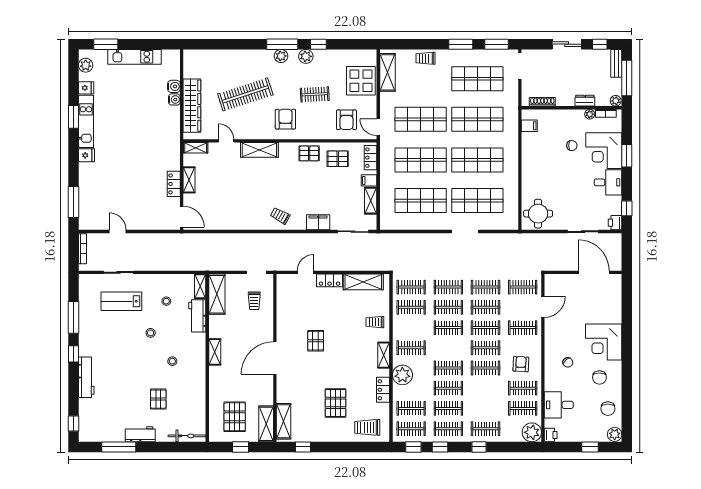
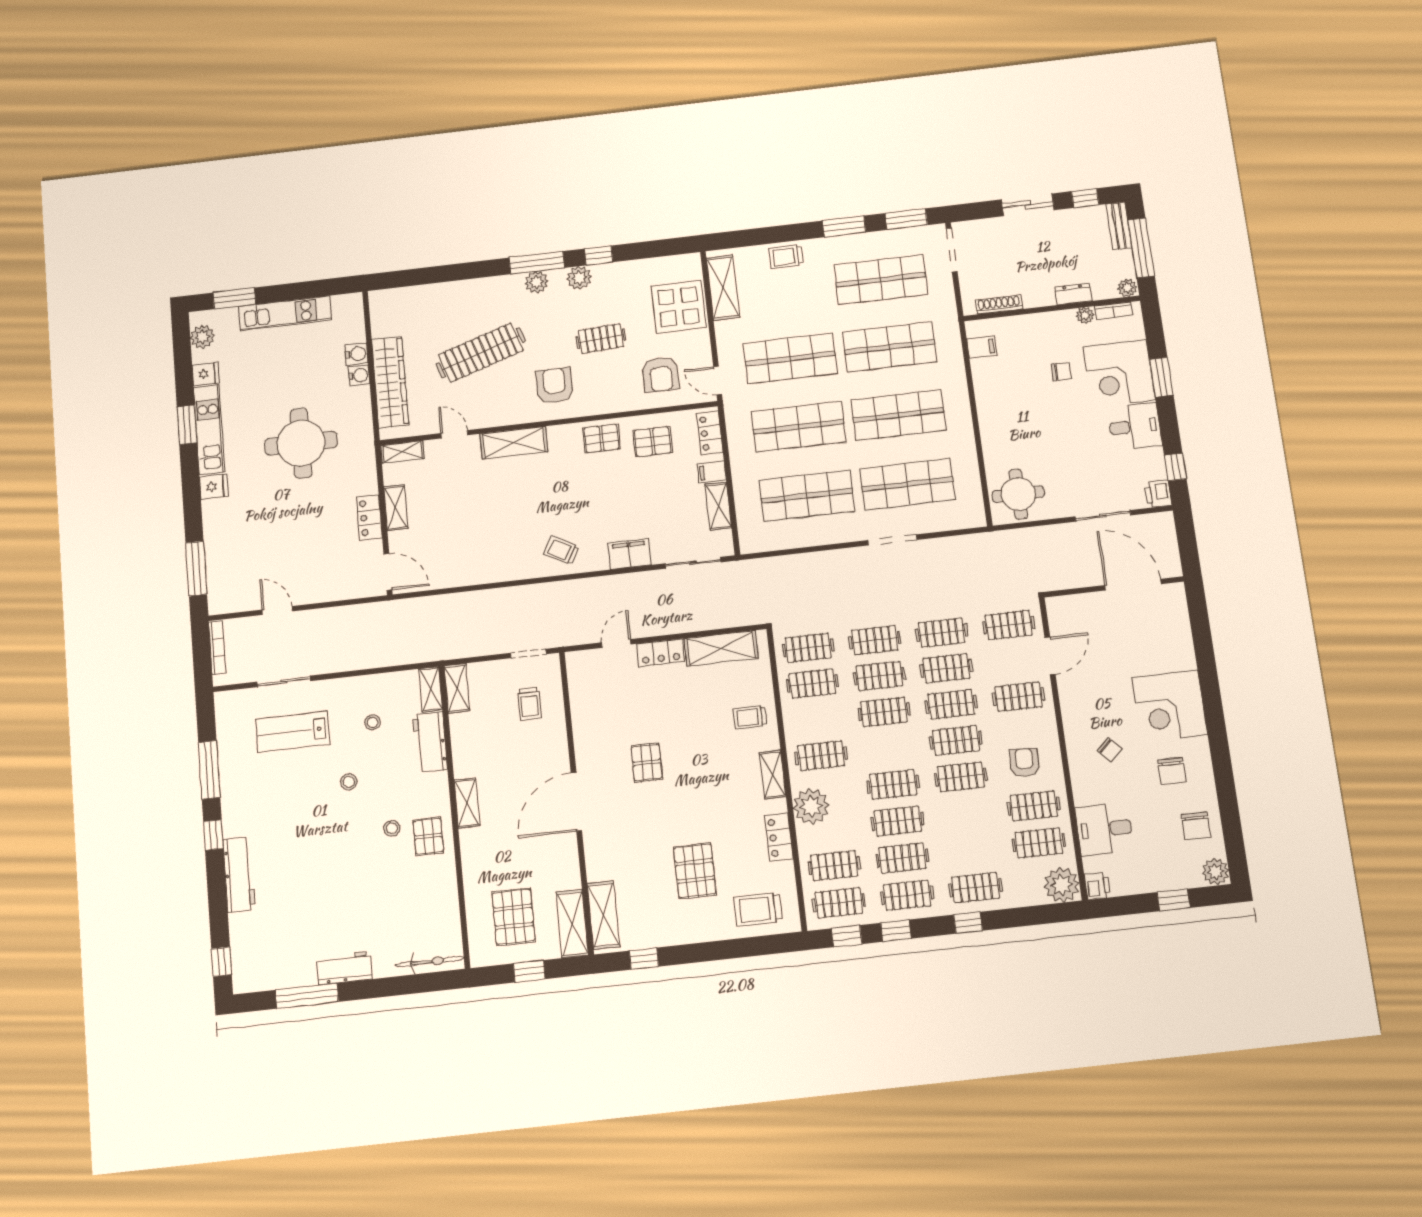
round table: (138, 136) -> (301, 443), added
shelving: (217, 294) -> (457, 688), width x0.67, depth x0.75
pallet: (158, 399) -> (428, 836), moved

